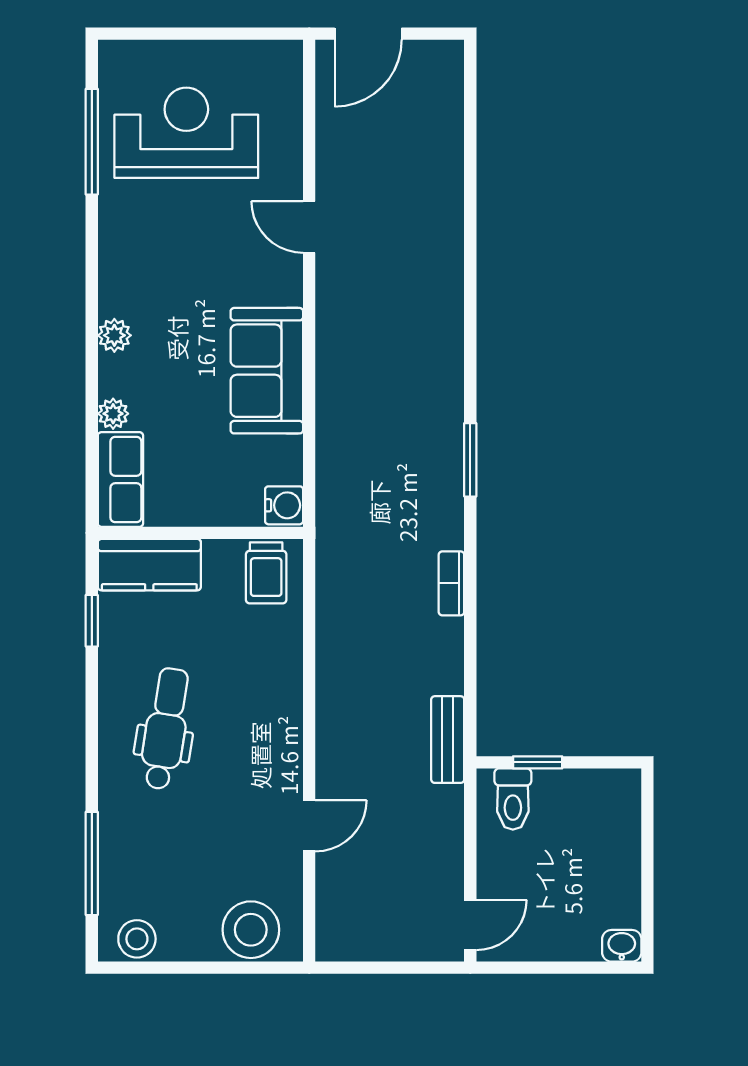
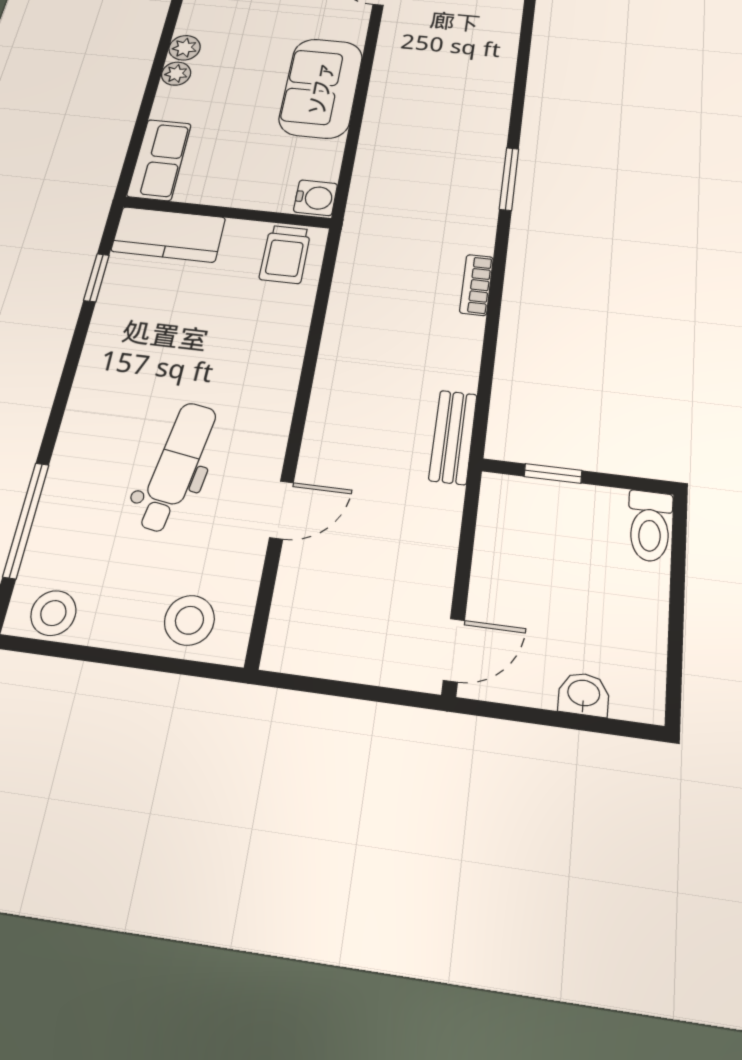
plant: (113, 414) -> (176, 74), moved
dental chair: (166, 729) -> (177, 466), moved
toilet: (513, 799) -> (650, 526), moved
stool: (251, 930) -> (189, 620), width x0.73, depth x0.73
washbasin: (622, 946) -> (584, 694), moved

